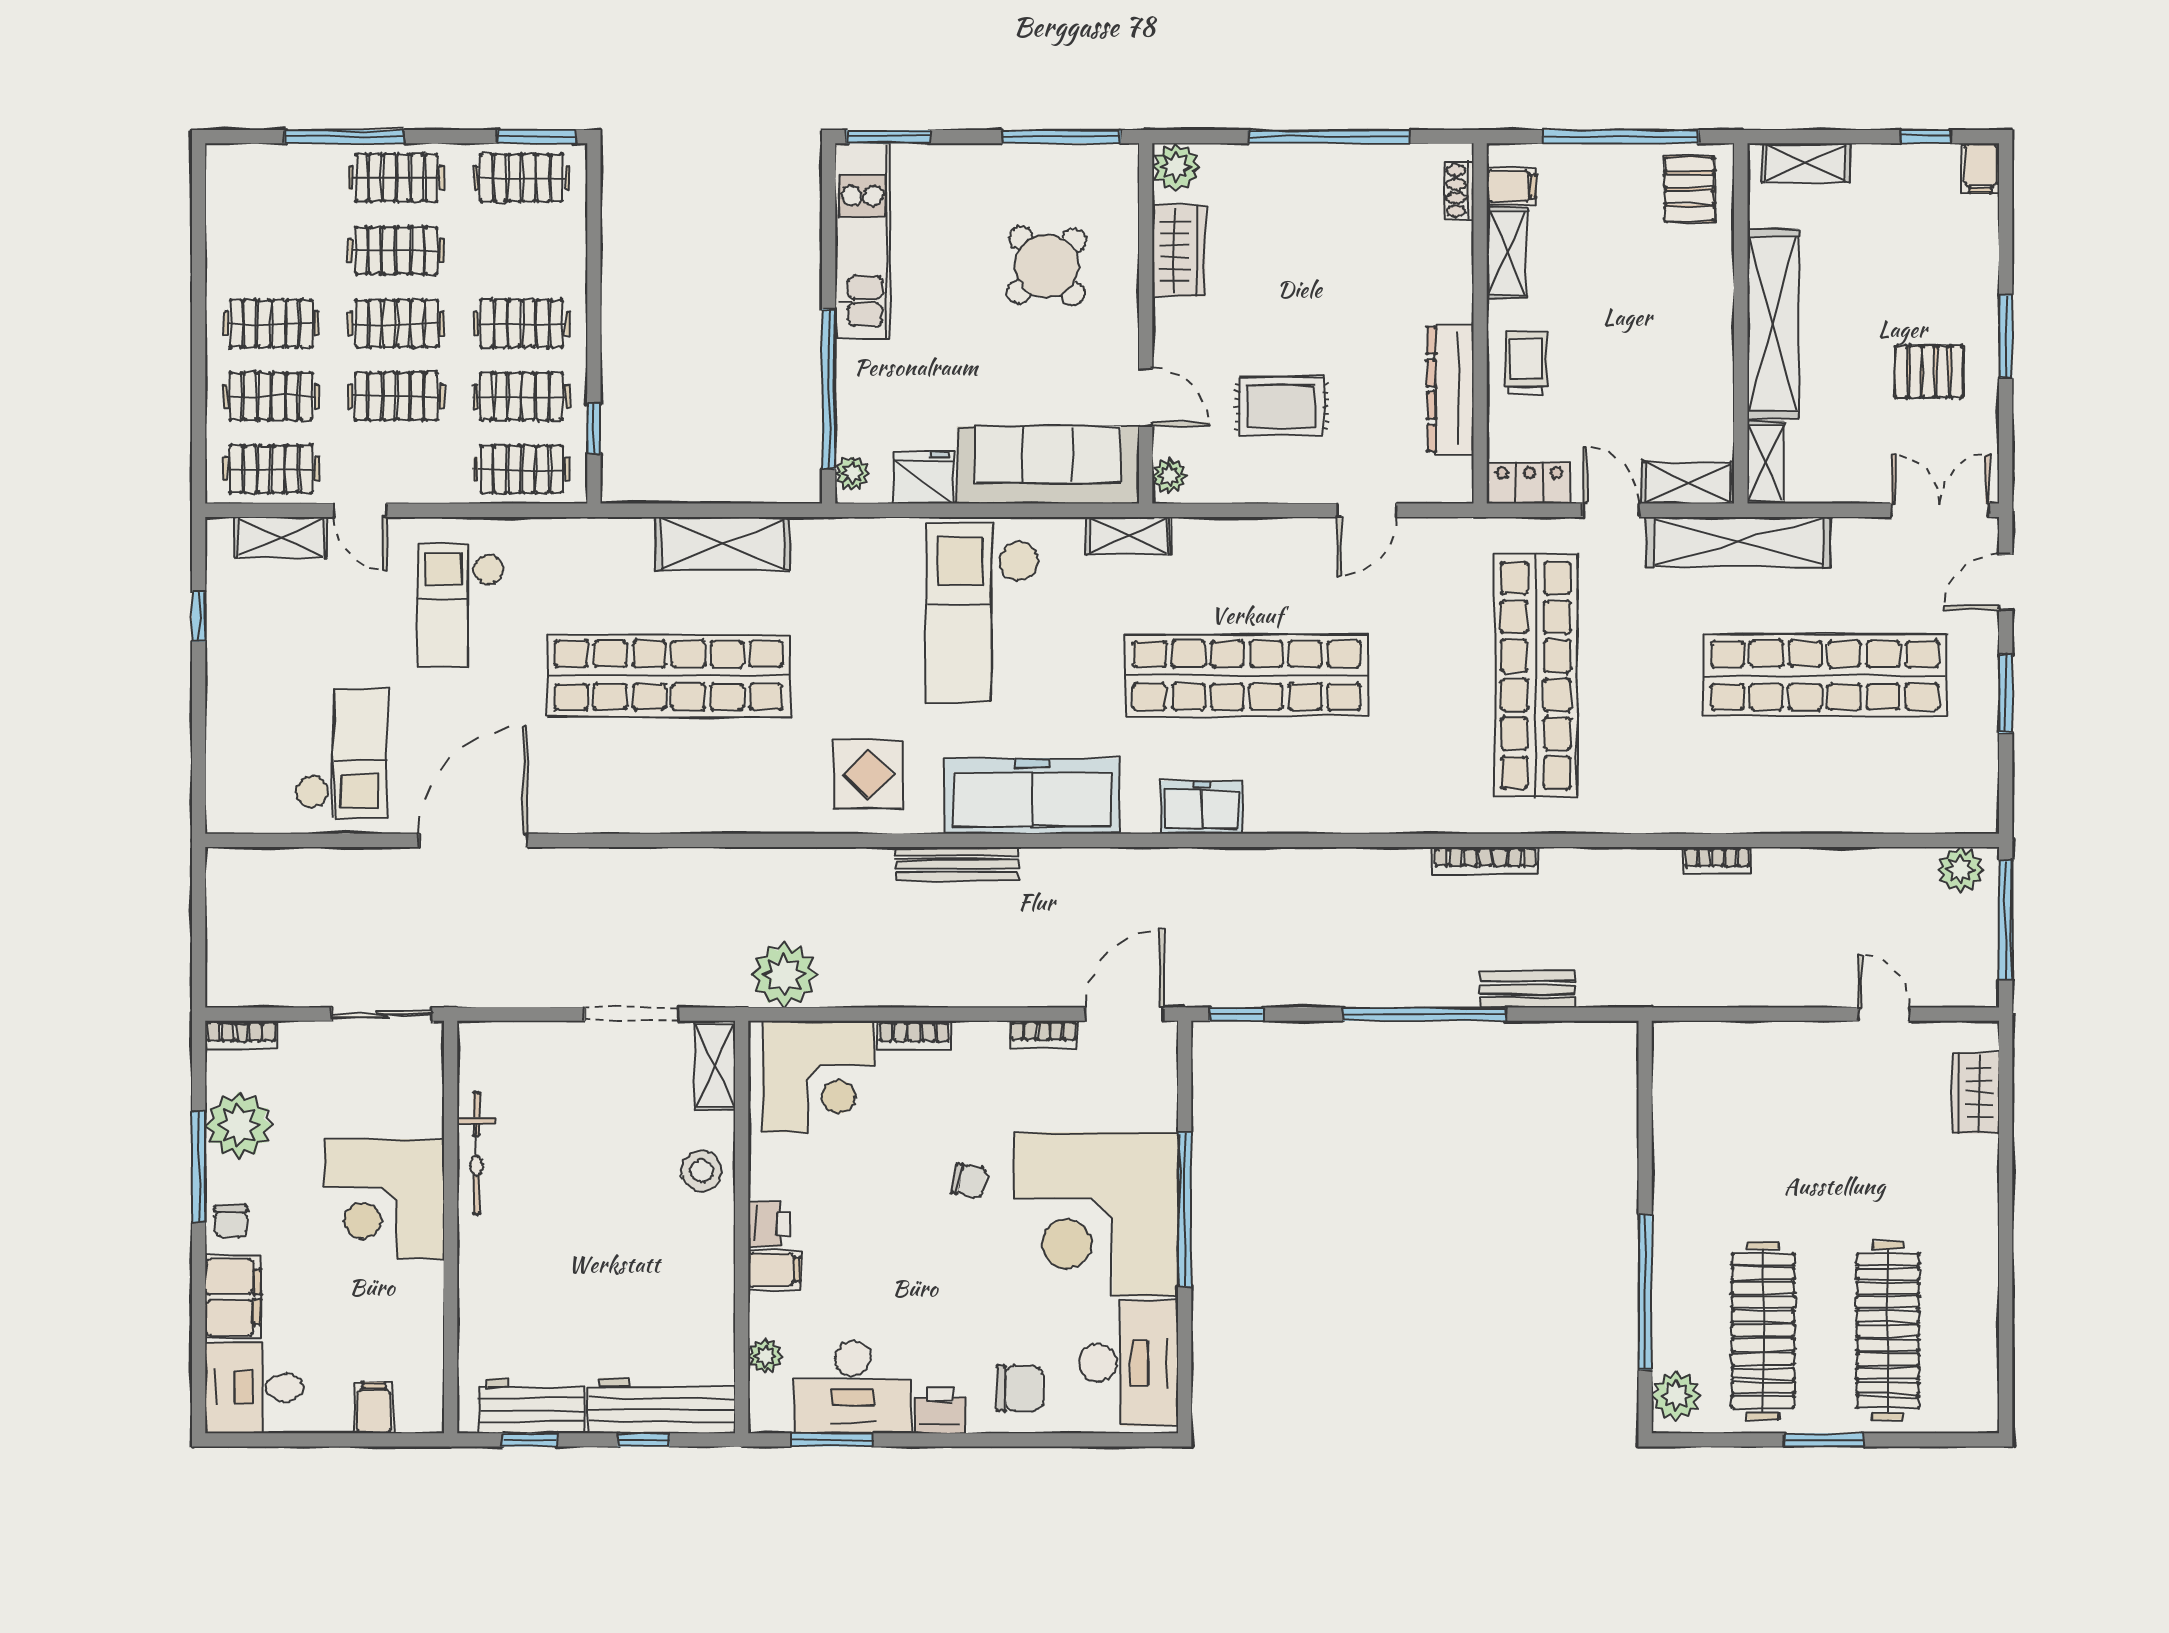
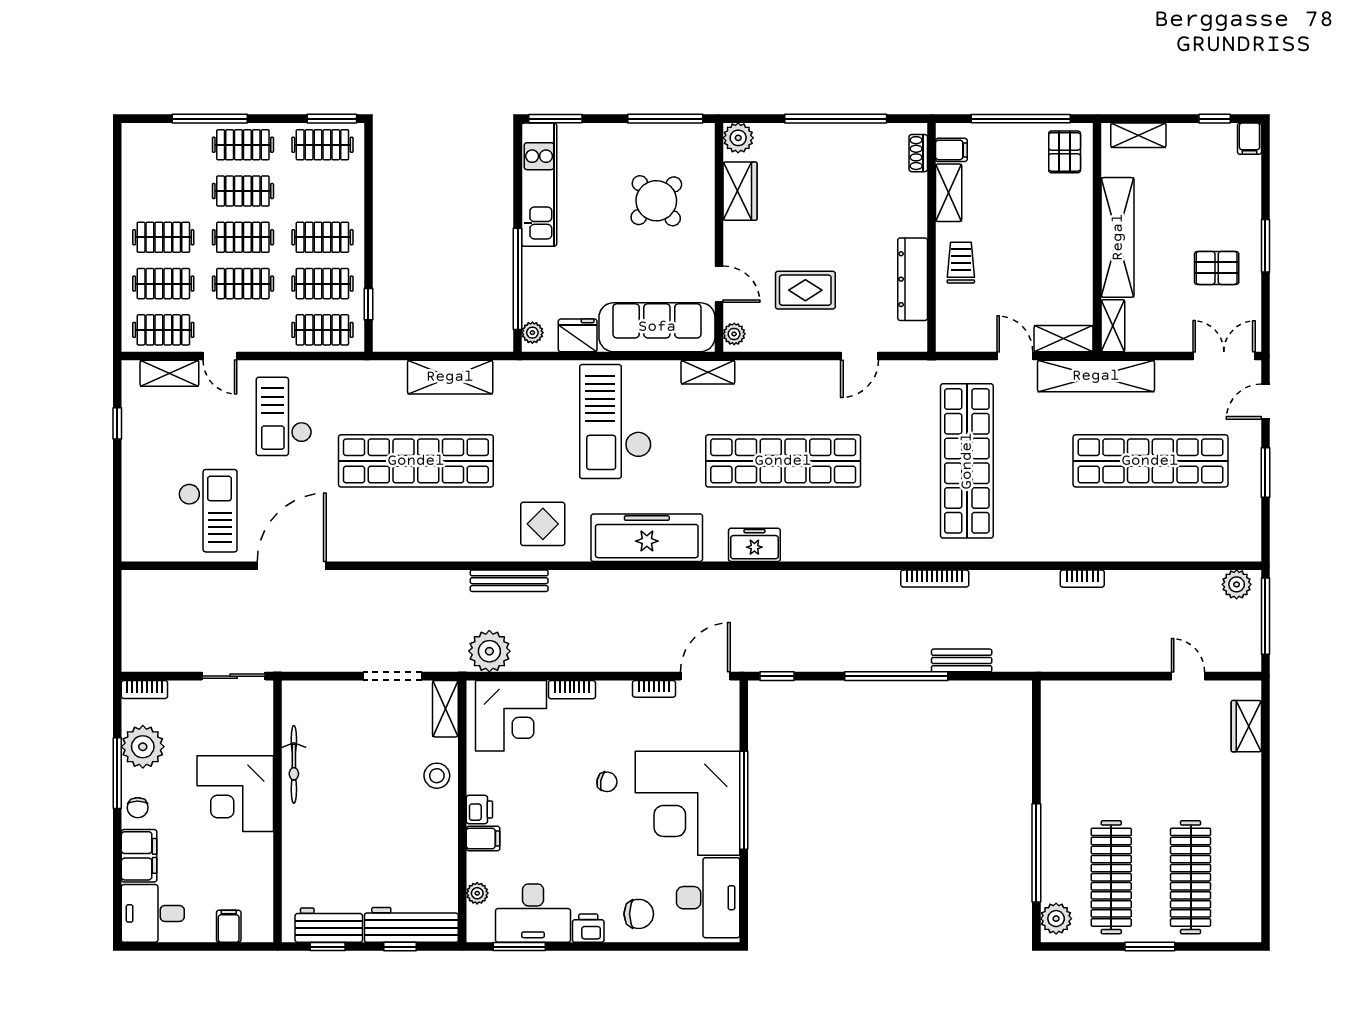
locker: (1529, 483) -> (963, 339), removed
bench: (957, 864) -> (509, 581), moved

